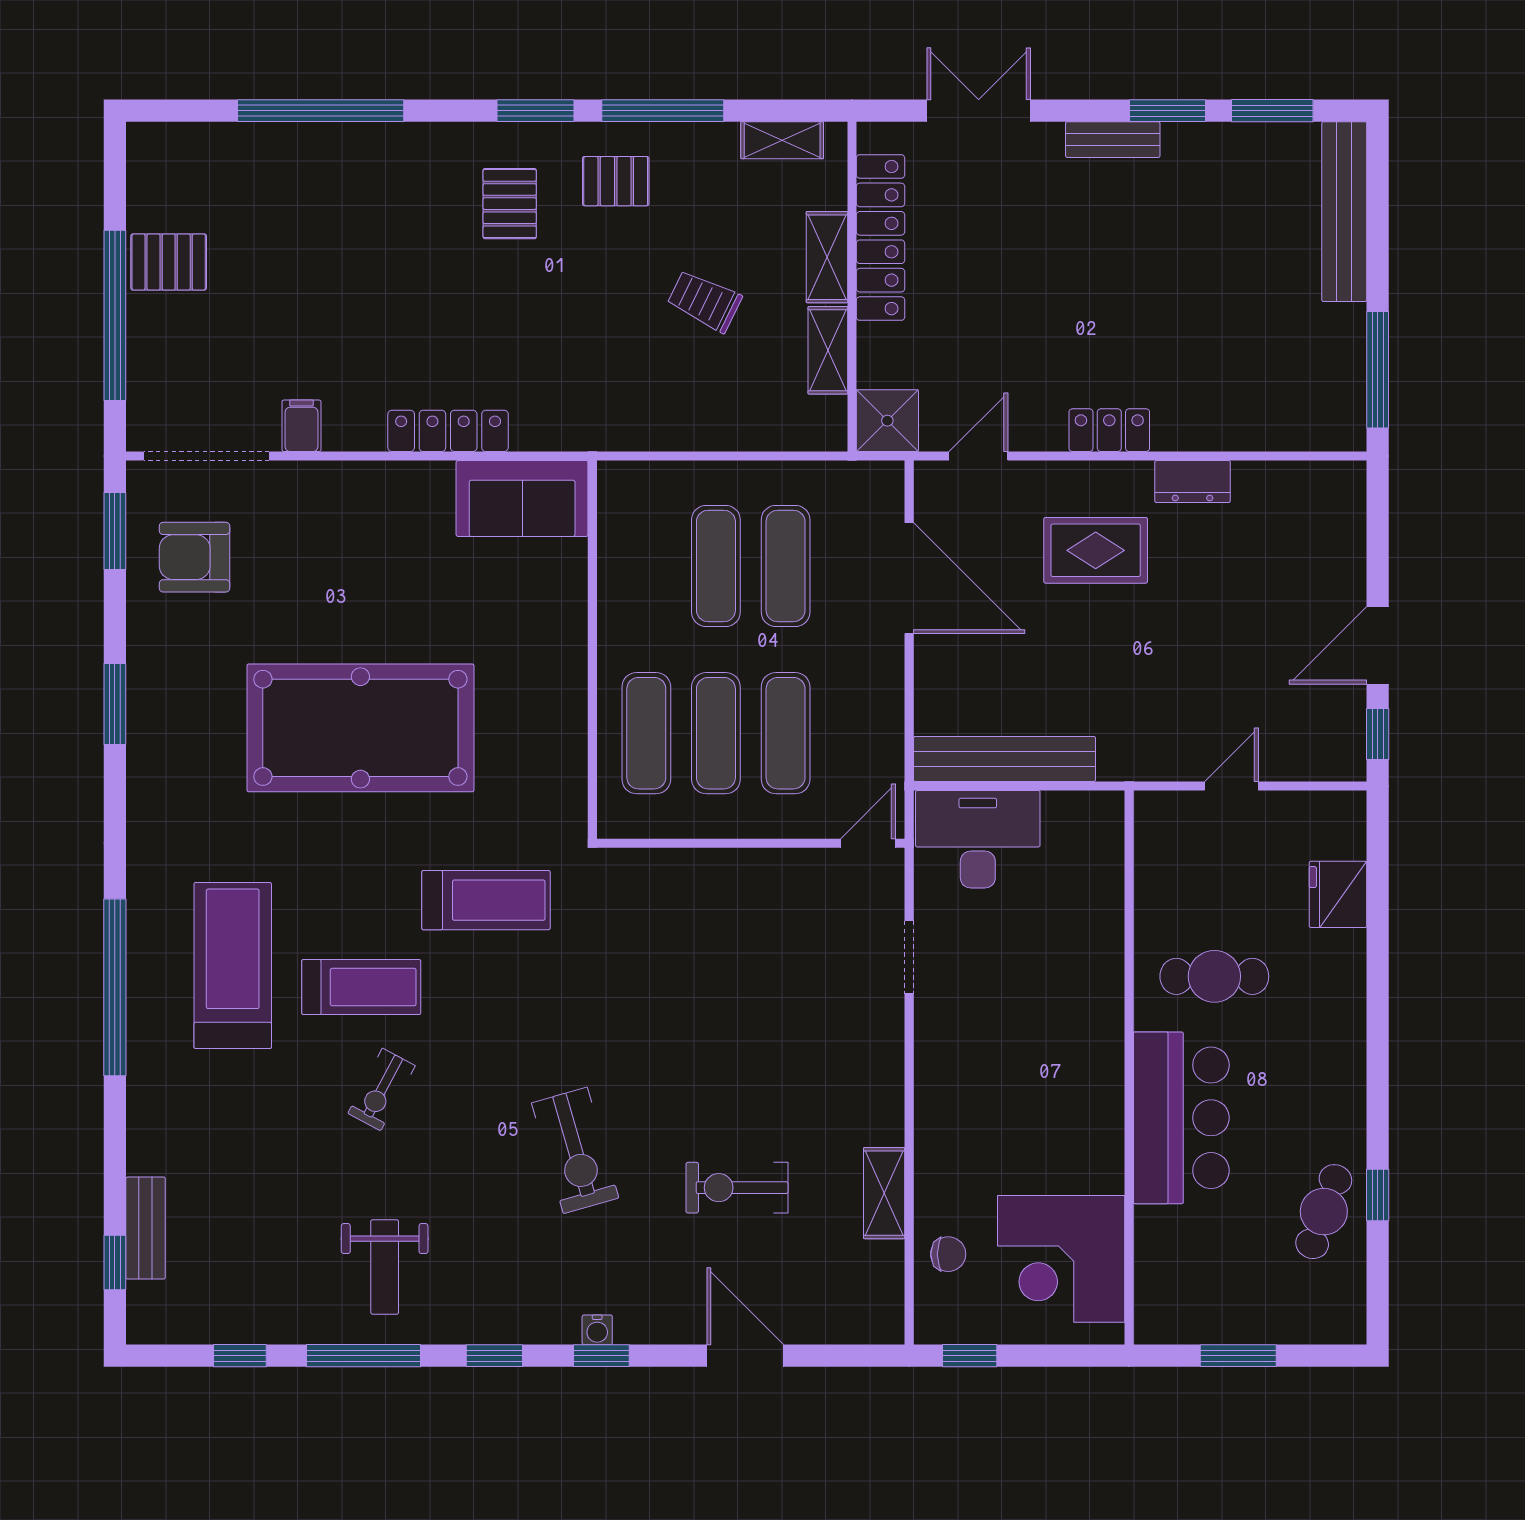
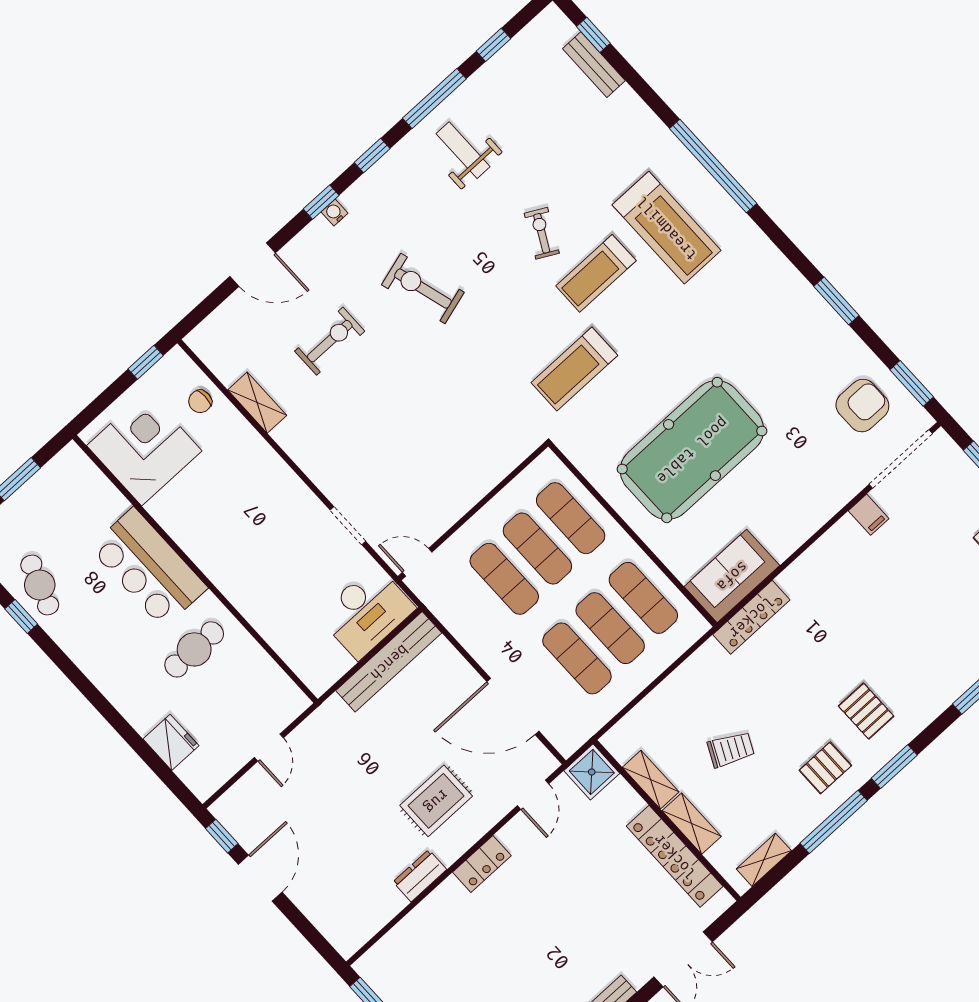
locker: (448, 431) -> (751, 617), moved
exercise mat: (646, 566) -> (643, 598), added
pool table: (360, 728) -> (692, 450), moved
door: (868, 843) -> (417, 562), swing flipped

